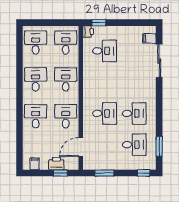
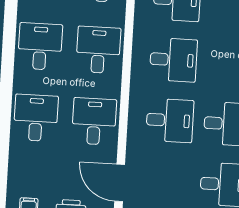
desk: (105, 82) -> (173, 60), added
door: (81, 147) -> (120, 183), hinge flipped

